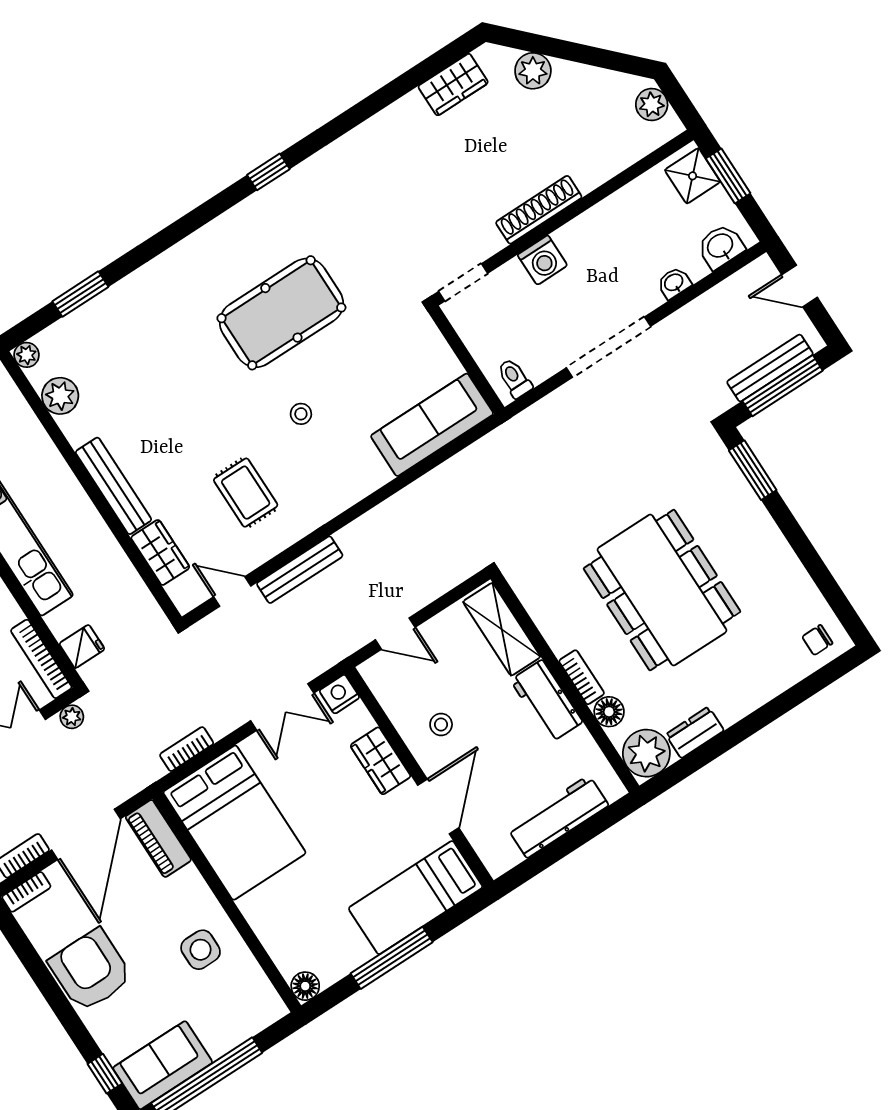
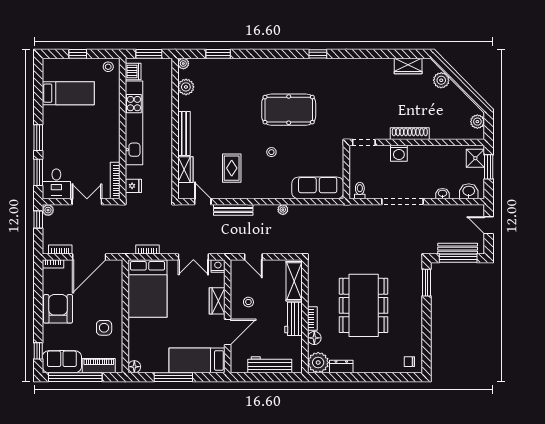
plant: (72, 717) -> (283, 210), moved
piano: (158, 838) -> (99, 366), moved, turned 90

